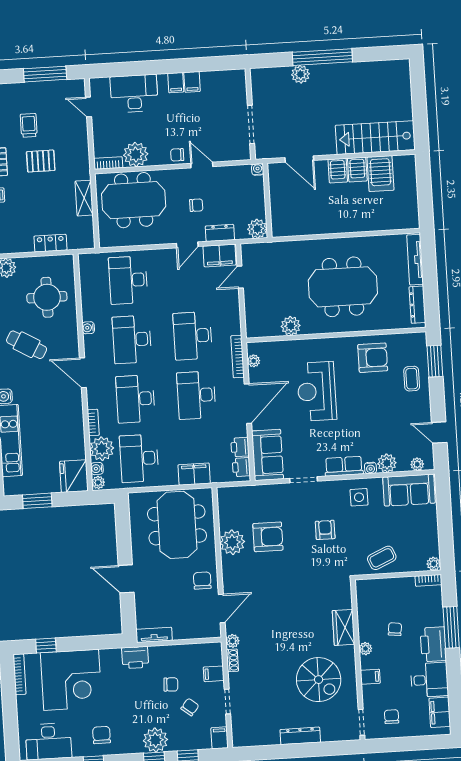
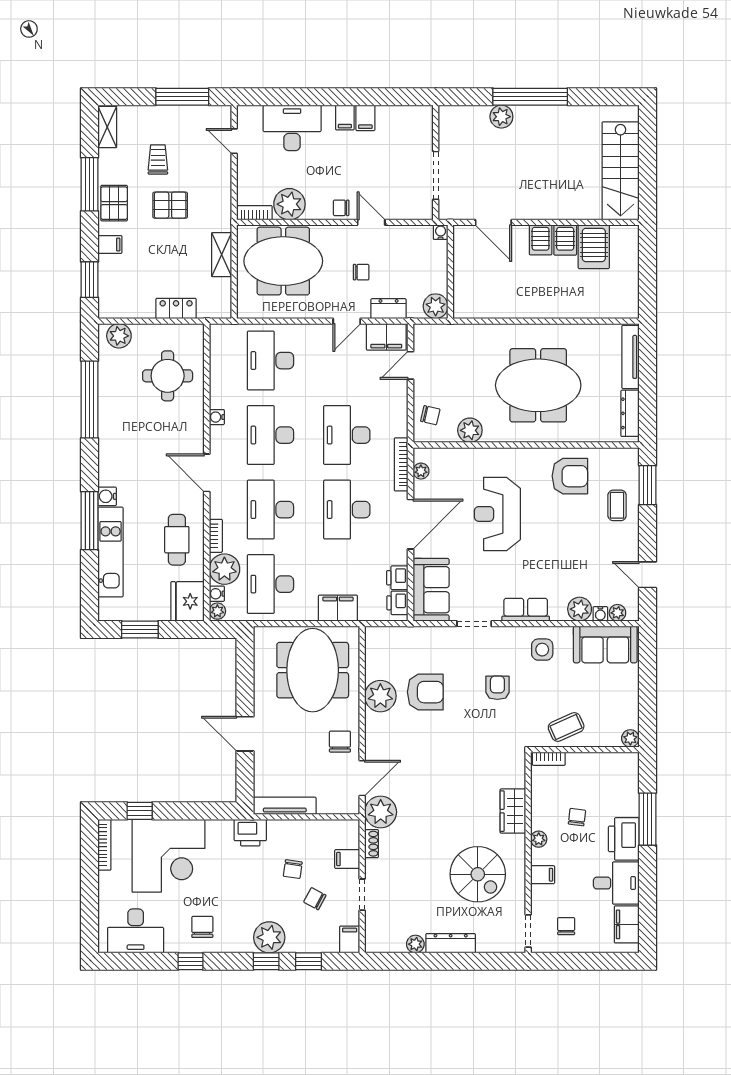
stairs: (375, 138) -> (621, 171), moved, turned -90
chair: (258, 316) -> (430, 415), added
cafe table: (27, 345) -> (177, 540), moved, turned 60
water cooler: (371, 468) -> (600, 614), moved
bookcase: (428, 580) -> (549, 759), moved
tv unit: (154, 635) -> (285, 806), width x1.41
plant: (233, 641) -> (381, 812), width x1.87, depth x1.87
chair: (171, 684) -> (293, 869), turned 95
chair: (190, 707) -> (315, 899), turned -101
plant: (272, 738) -> (415, 944), added

